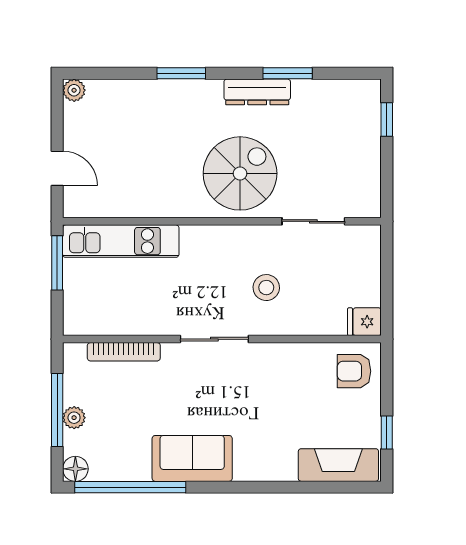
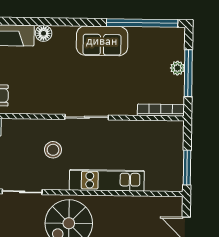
kitchen unit: (121, 241) -> (107, 180), moved
bookcase: (124, 352) -> (161, 110), moved
floor lamp: (75, 469) -> (44, 33), moved

